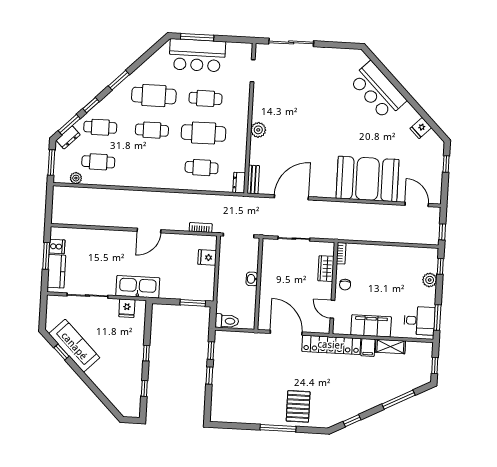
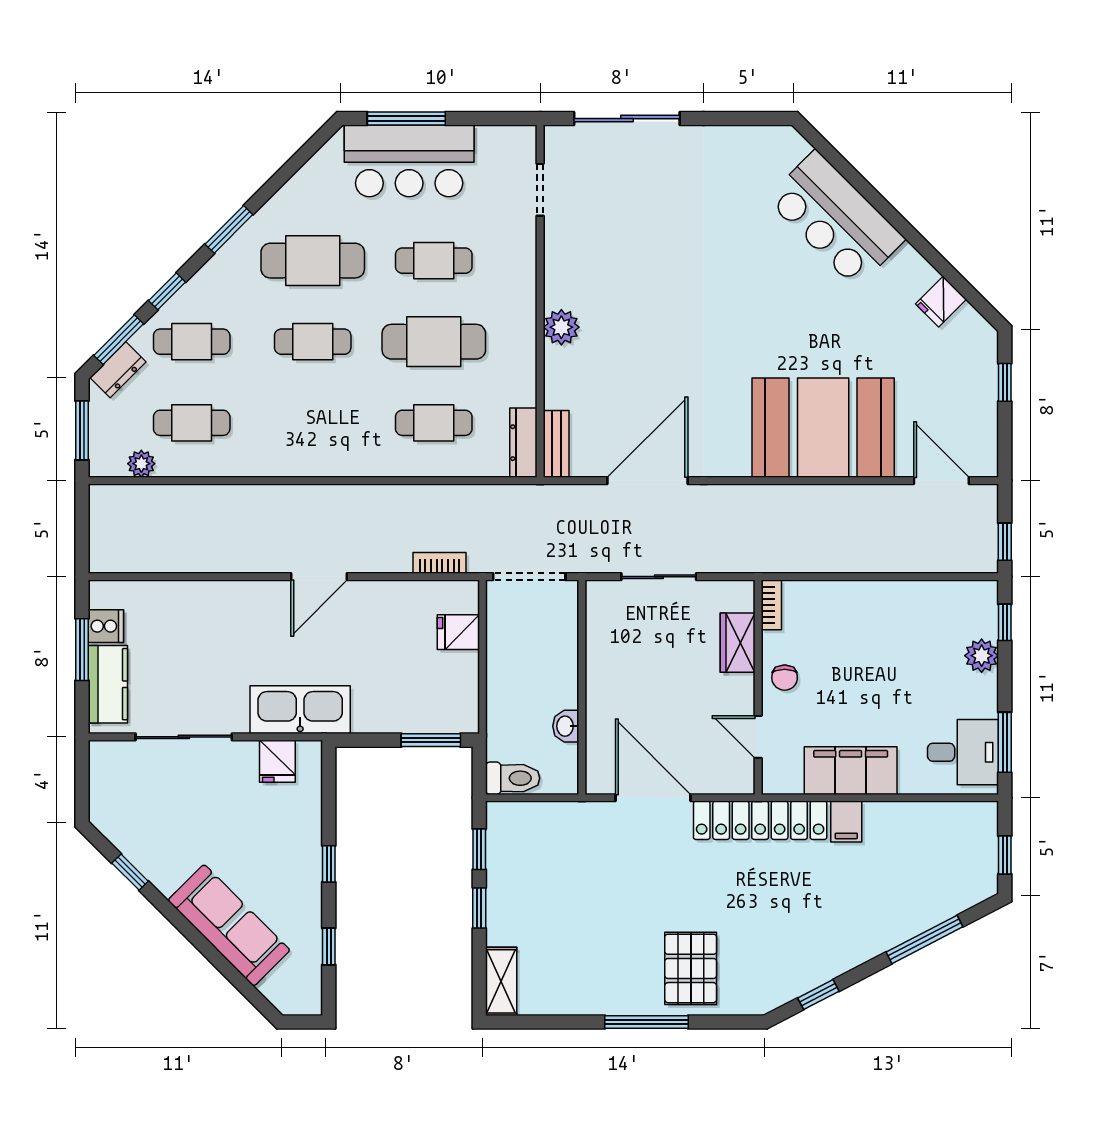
dresser: (239, 183) -> (523, 443), width x1.44
washbasin: (252, 279) -> (566, 726), moved
sofa: (74, 346) -> (229, 925), moved
shelving: (390, 346) -> (501, 981), moved, turned 90

